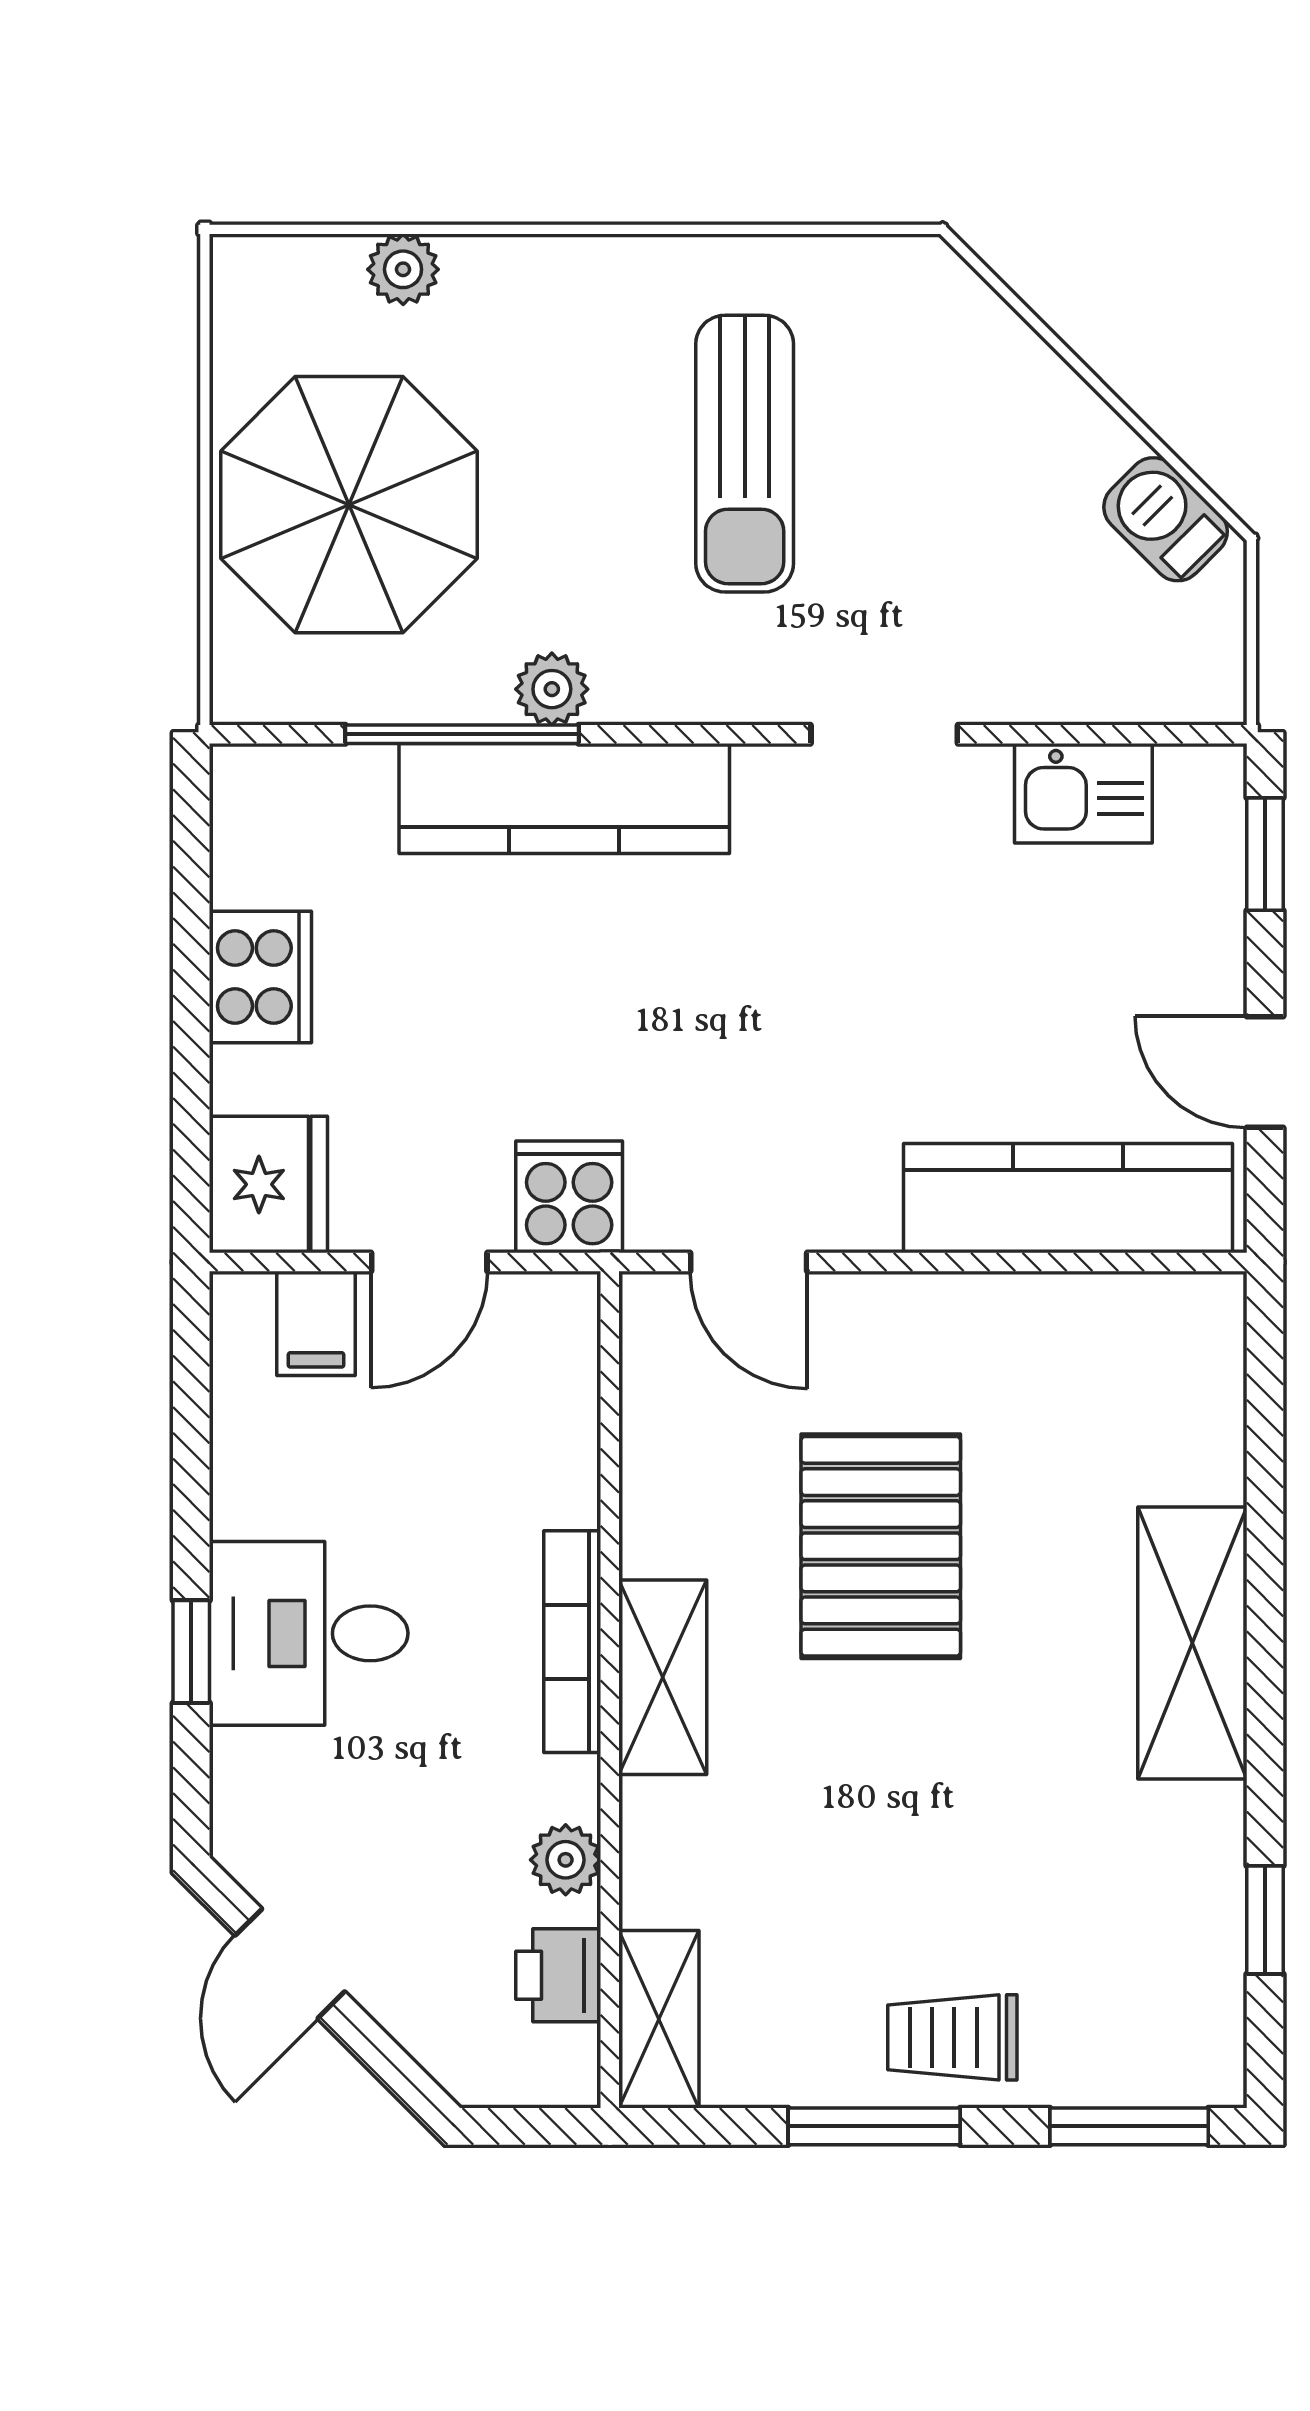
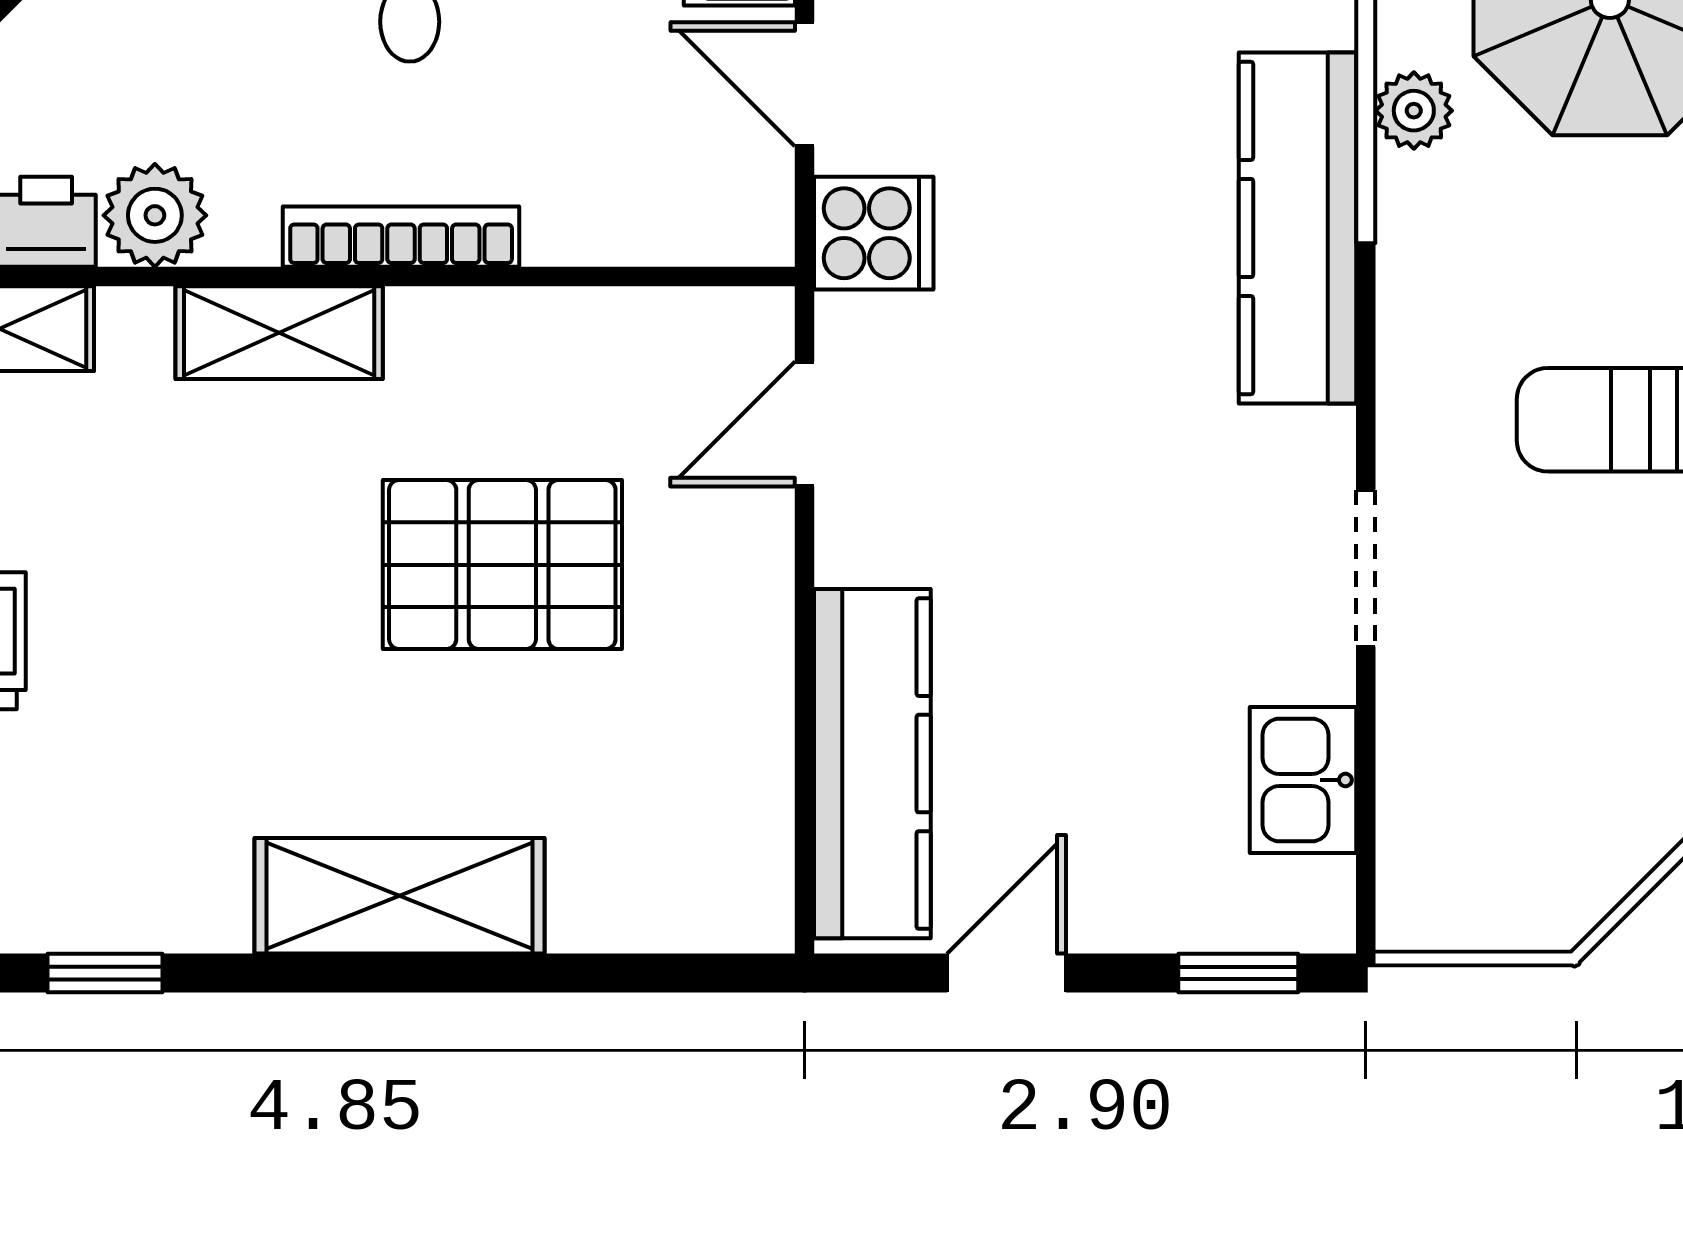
barbecue: (1166, 519) -> (1594, 867), removed
plant: (552, 689) -> (1414, 111), moved
shelving: (663, 1677) -> (279, 333), moved
plant: (566, 1860) -> (155, 215), width x1.38, depth x1.38

